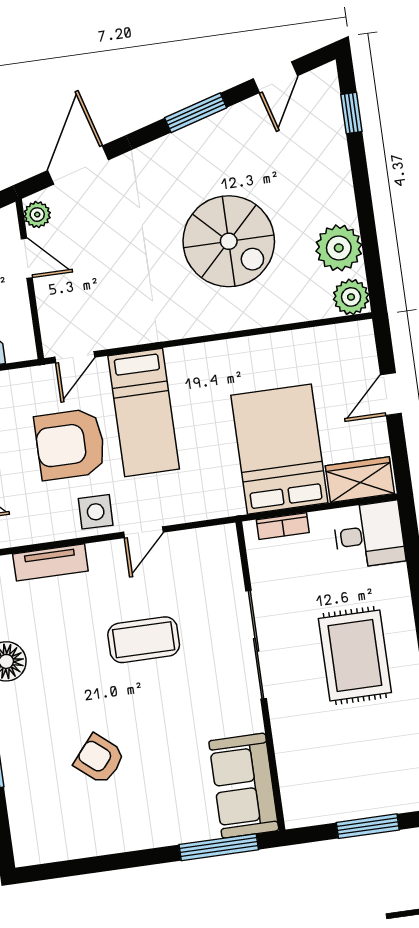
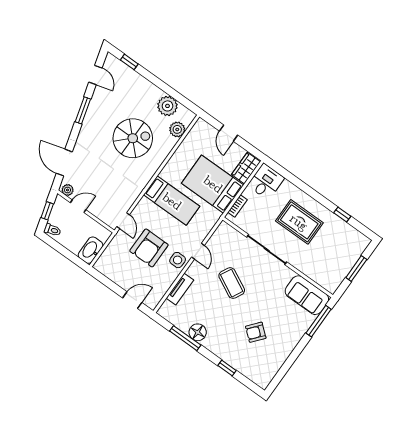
plant: (351, 297) -> (177, 129), moved
bed: (144, 412) -> (172, 201), moved
coffee table: (144, 640) -> (232, 283), turned -63

